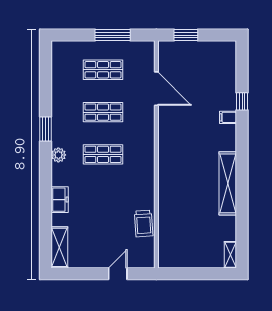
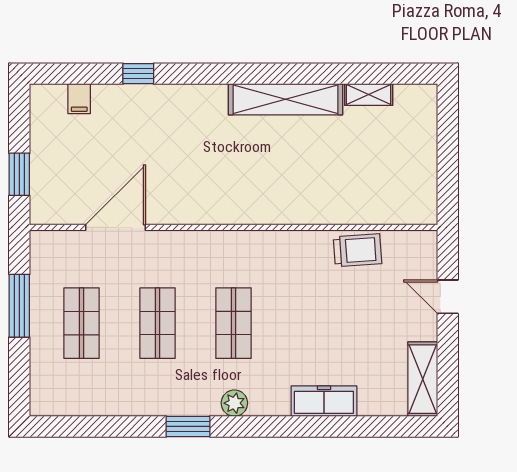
filing cabinet: (228, 117) -> (79, 99), moved
freezer: (60, 200) -> (324, 401), width x1.40
shelving: (59, 247) -> (423, 379), moved, turned 90
shelving: (230, 255) -> (369, 95), moved

